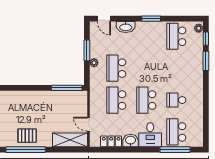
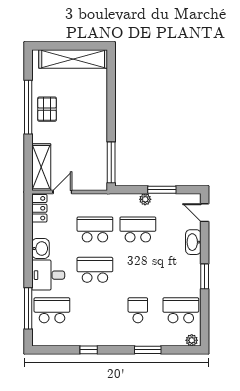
door: (104, 19) -> (205, 213), hinge flipped
window: (206, 39) -> (89, 350), moved
school desk: (176, 100) -> (138, 310), moved
locker: (111, 141) -> (39, 208), moved

